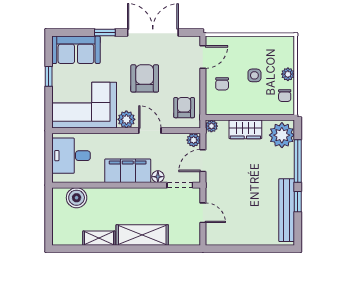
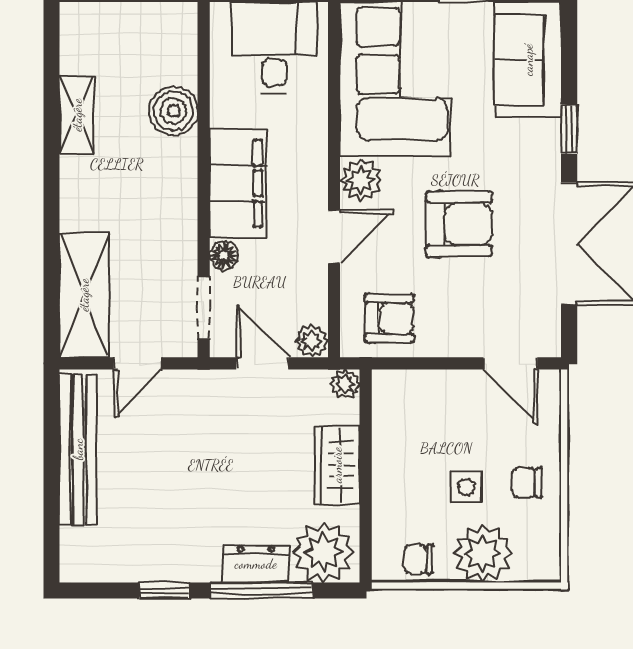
plant: (288, 74) -> (483, 553), width x1.88, depth x1.88
chair: (222, 84) -> (527, 483), moved
dresser: (287, 163) -> (256, 564), added
boiler: (77, 198) -> (173, 111), moved
bench: (287, 210) -> (78, 449), moved, turned 90
shelving: (142, 235) -> (84, 295), moved

